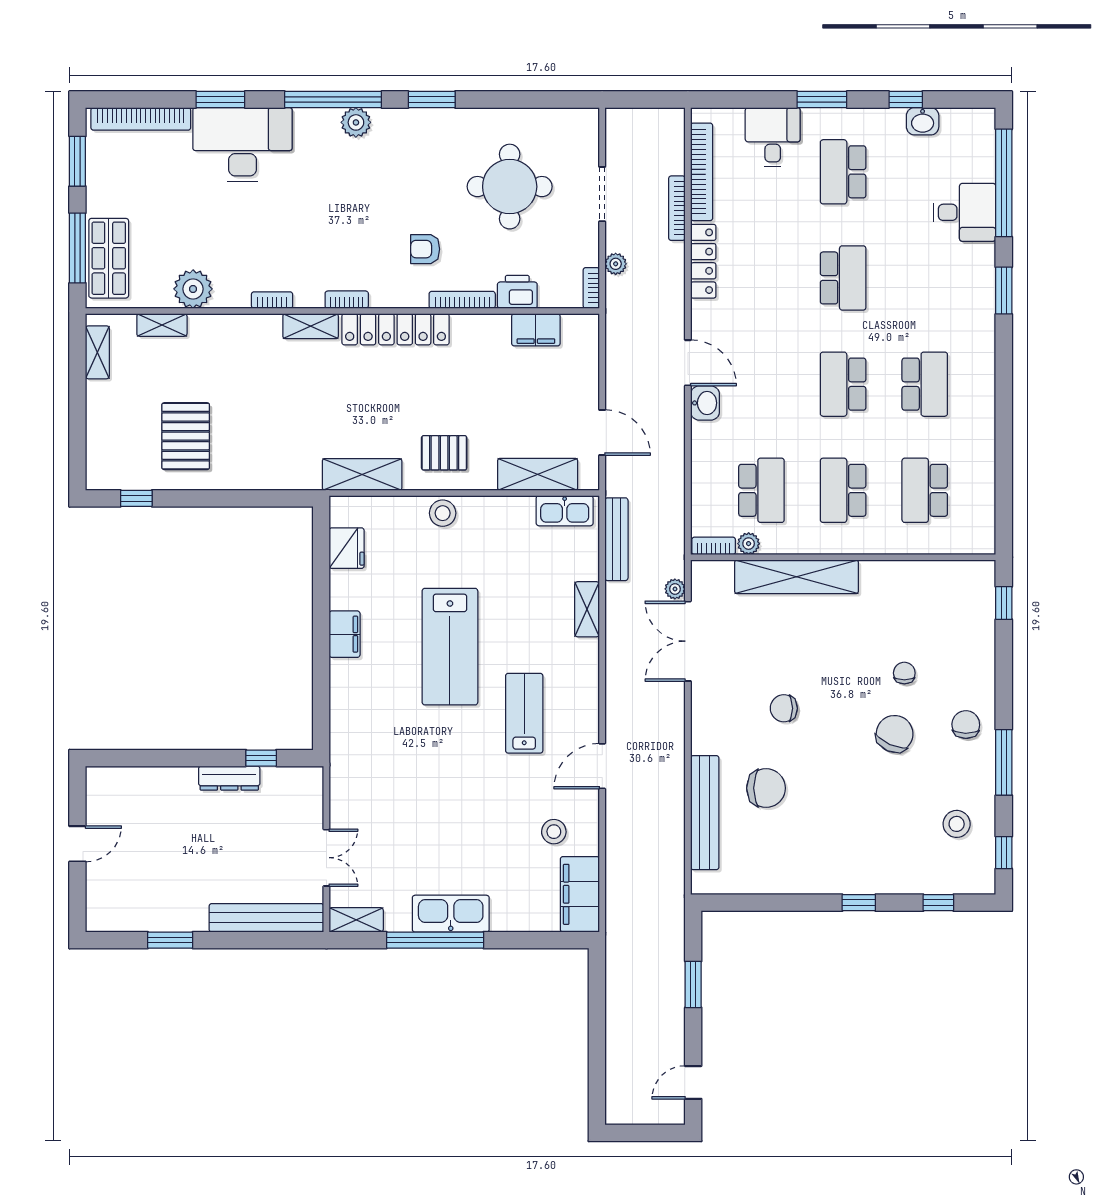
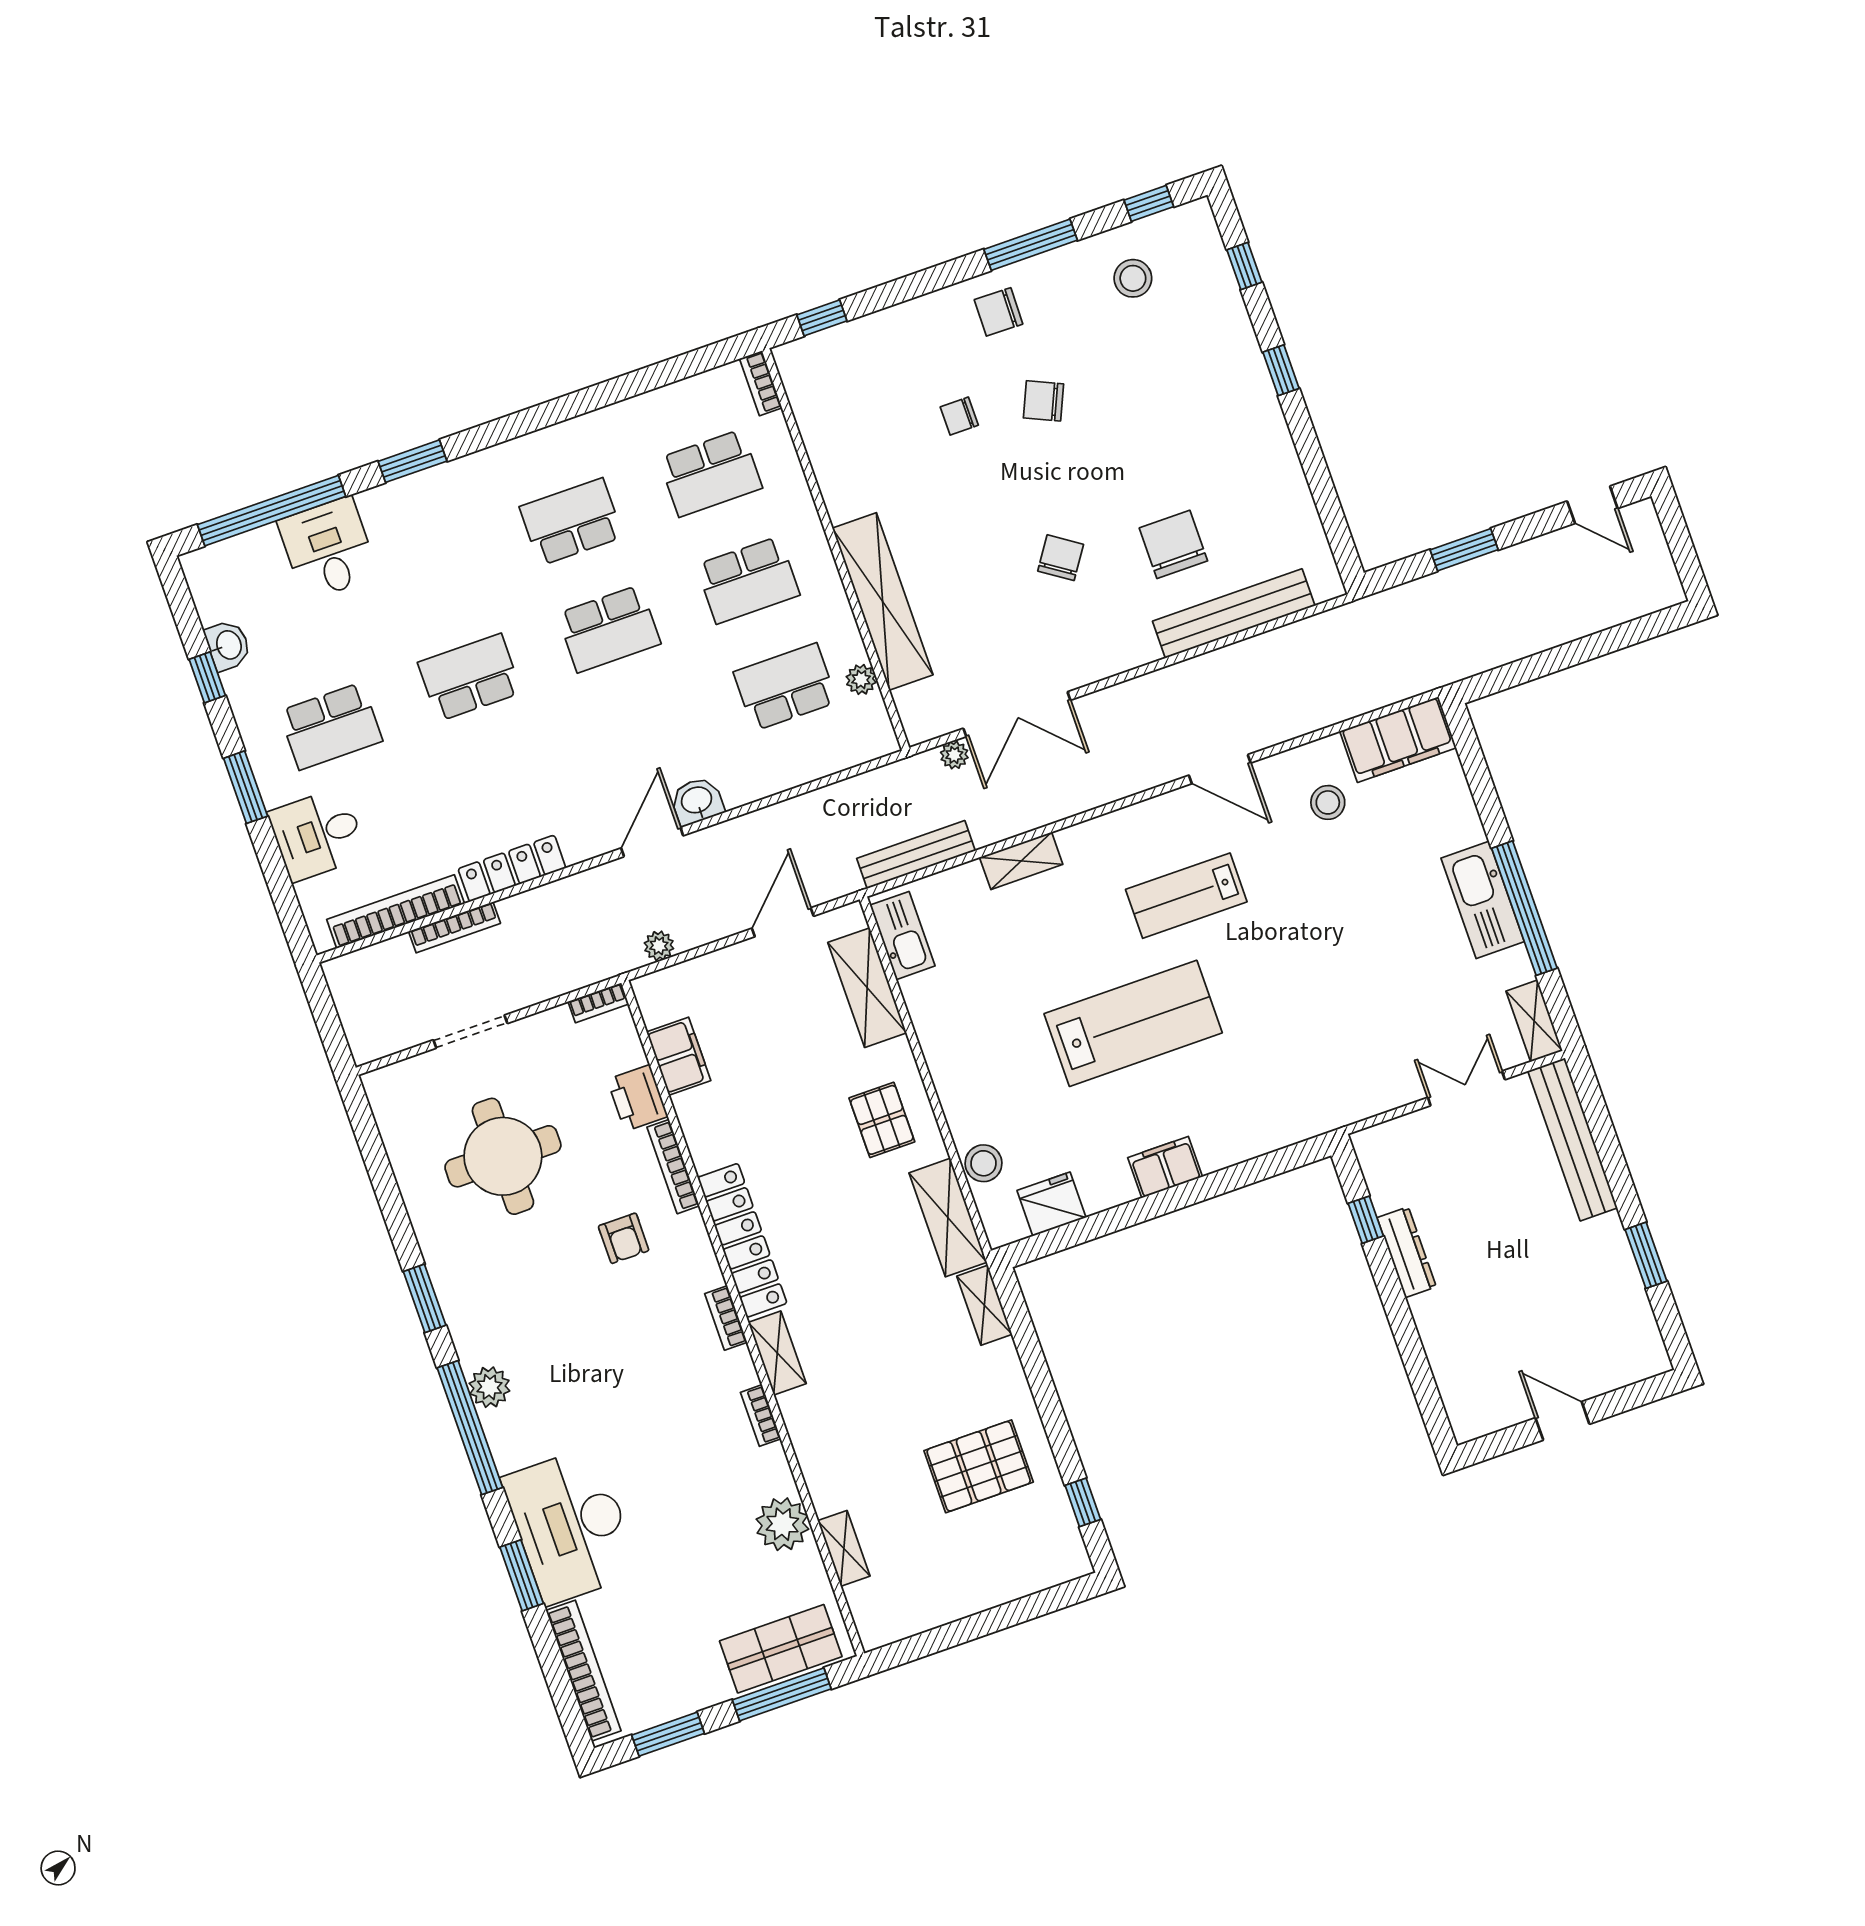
plant: (616, 264) -> (659, 946), moved
shelving: (97, 352) -> (984, 1305), moved, turned 90
stool: (443, 513) -> (983, 1163), moved
bookcase: (714, 546) -> (761, 383), moved
chair: (784, 708) -> (1061, 558), turned -146
chair: (895, 734) -> (1043, 401), width x0.73, depth x0.73

